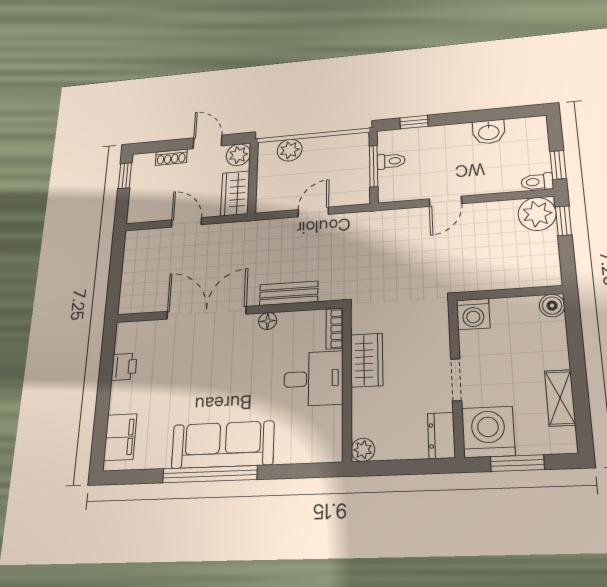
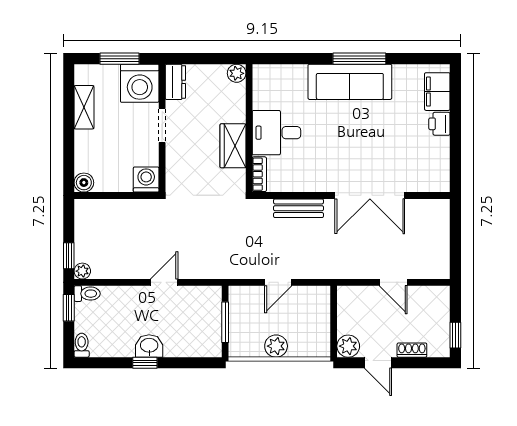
window: (414, 122) -> (145, 363), moved
washbasin: (489, 132) -> (149, 346), moved
plant: (290, 150) -> (276, 346), moved
toilet: (391, 161) -> (82, 345), moved, turned 90
wardrobe: (235, 193) -> (349, 307), removed
plant: (537, 214) -> (82, 271), width x0.53, depth x0.53
floor lamp: (268, 321) -> (316, 185), removed
printer: (124, 367) -> (439, 124), moved
window: (210, 474) -> (359, 59), width x0.68

